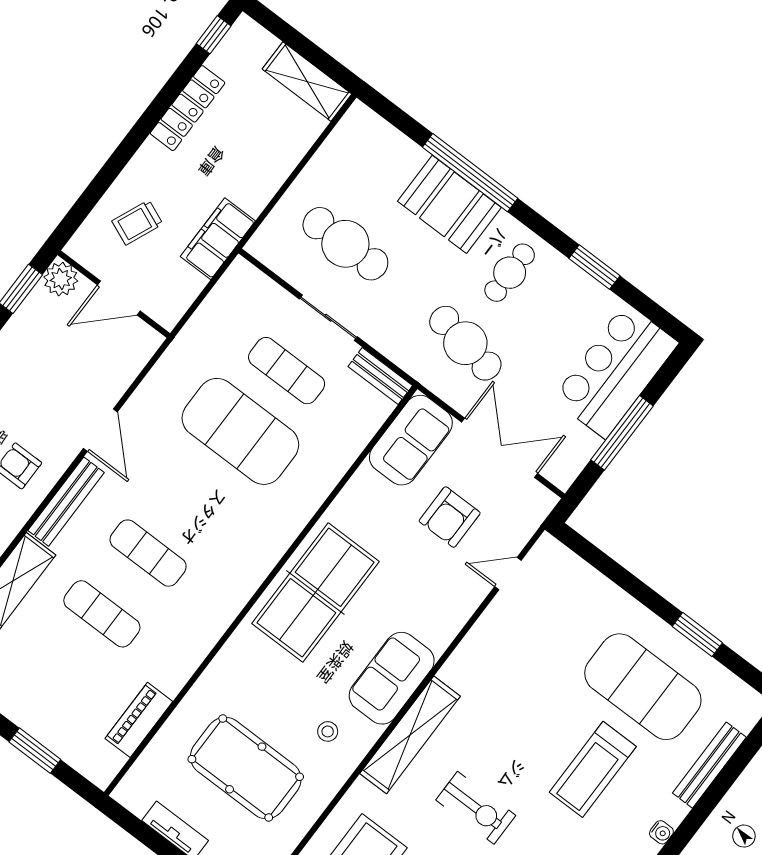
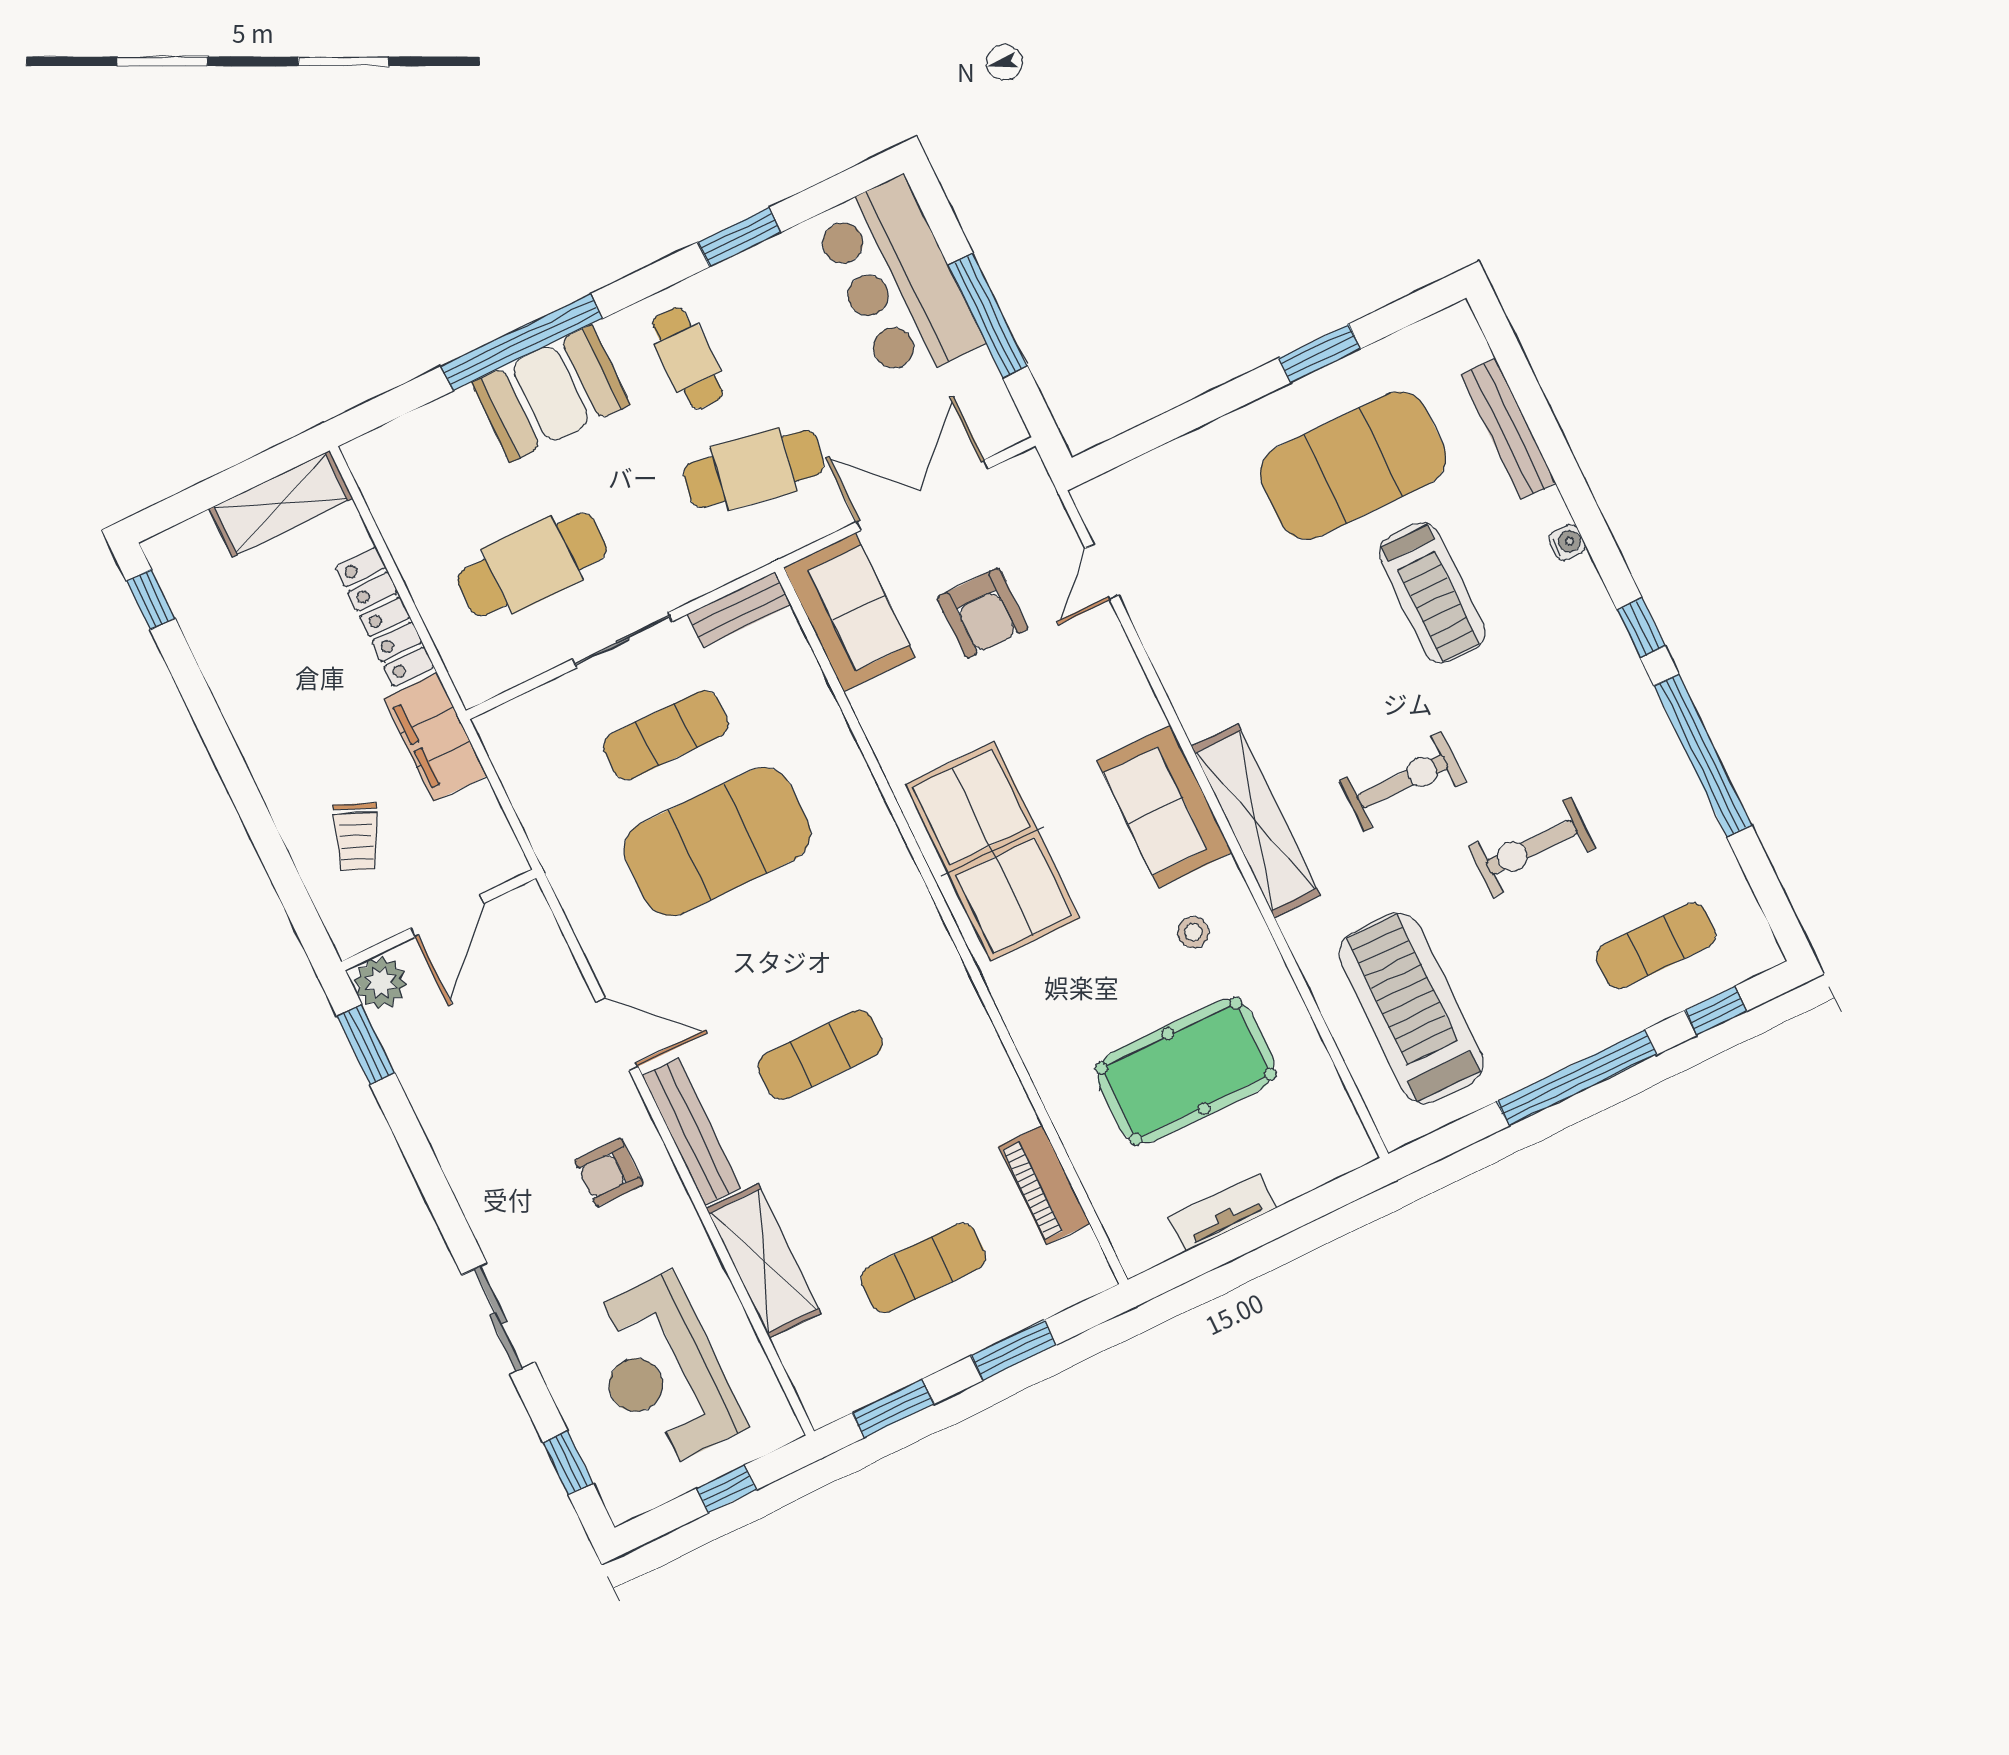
locker: (188, 108) -> (385, 617), moved, turned 180
exercise mat: (102, 614) -> (923, 1268), moved

